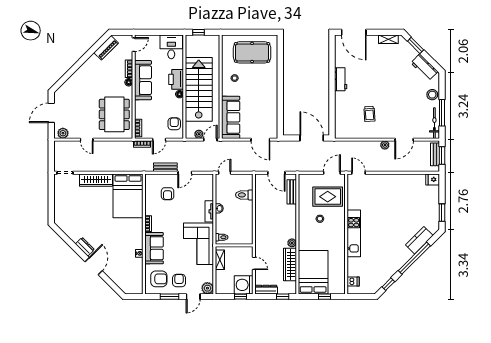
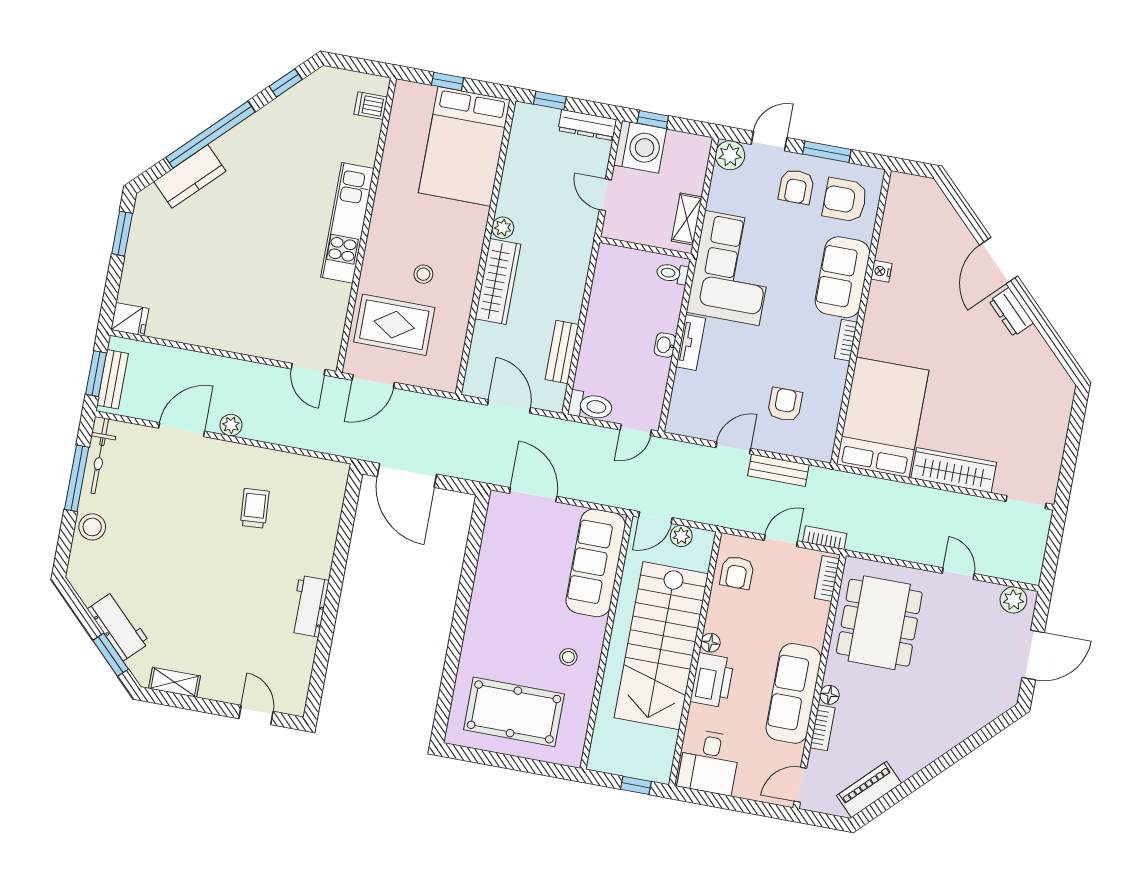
door: (354, 32) -> (256, 715), width x0.53
workbench: (424, 67) -> (119, 626), moved
bench: (292, 192) -> (562, 352), moved
toilet: (244, 195) -> (591, 406), moved
wardrobe: (290, 264) -> (498, 282), moved

